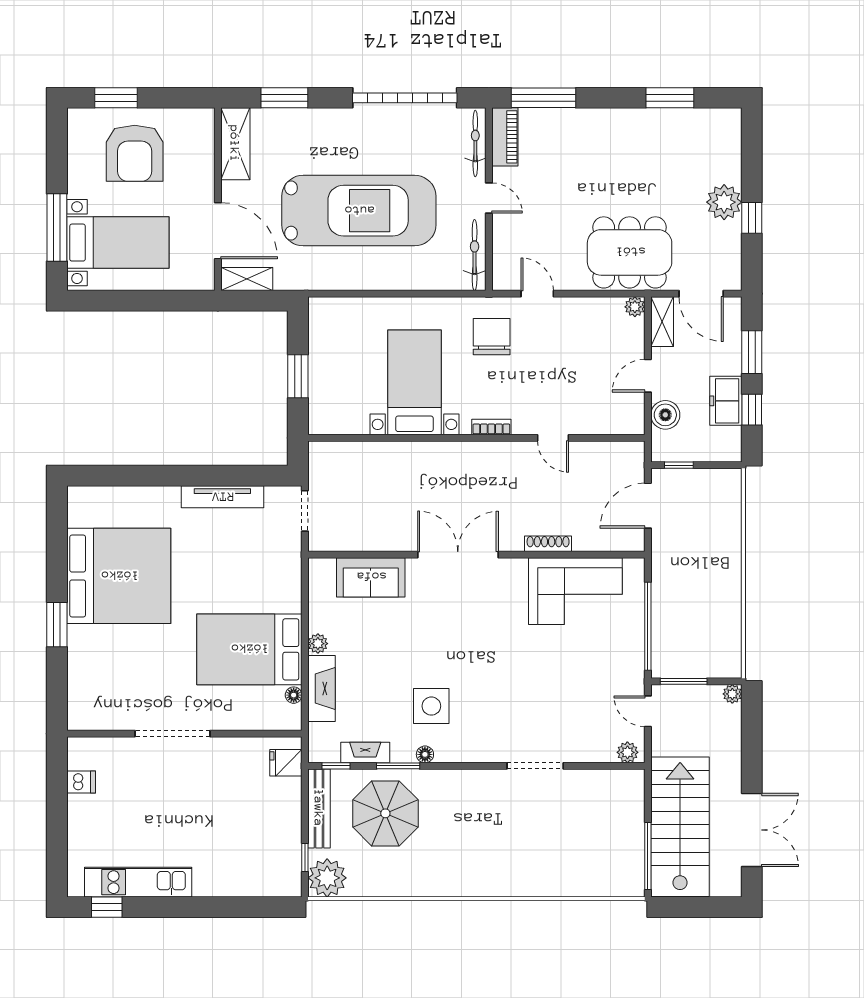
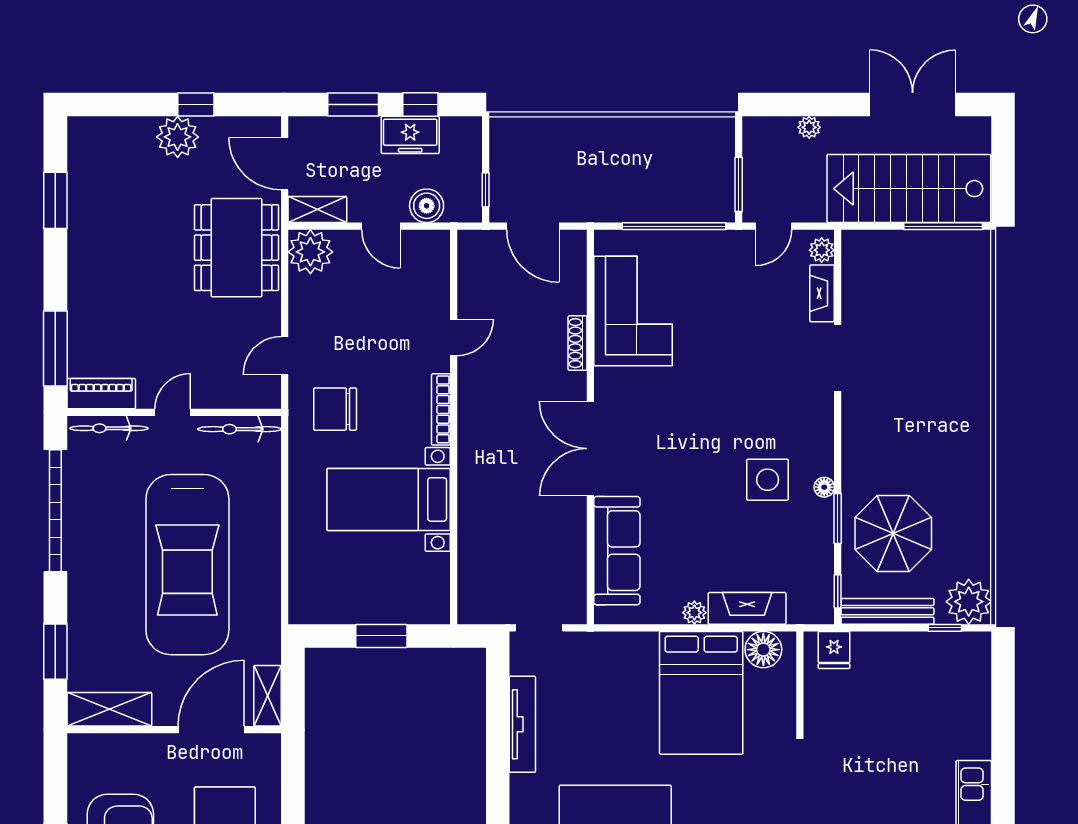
car: (359, 211) -> (187, 565), turned 180
door: (701, 294) -> (285, 164), swing flipped
plant: (635, 307) -> (310, 252), width x1.88, depth x1.88
bookcase: (491, 427) -> (441, 409), width x1.56
sofa: (371, 577) -> (617, 551), width x1.36
plant: (732, 694) -> (809, 127), moved
floor lamp: (294, 695) -> (763, 650), width x1.89, depth x1.89
fireplace: (365, 753) -> (822, 293), moved

